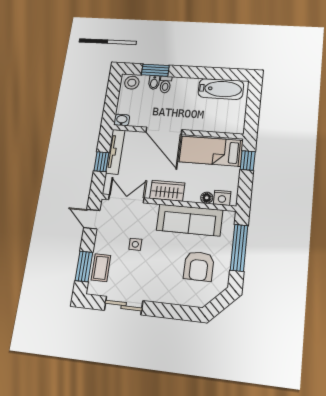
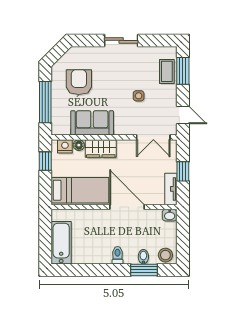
toilet: (165, 85) -> (118, 255), moved
bathtub: (221, 89) -> (61, 243), moved, turned 90
tv unit: (115, 152) -> (171, 189), width x0.71
window: (248, 160) -> (45, 161), moved
wardrobe: (167, 191) -> (101, 149), moved
sofa: (189, 220) -> (92, 123), width x0.73
sliding door: (124, 306) -> (121, 40), moved

